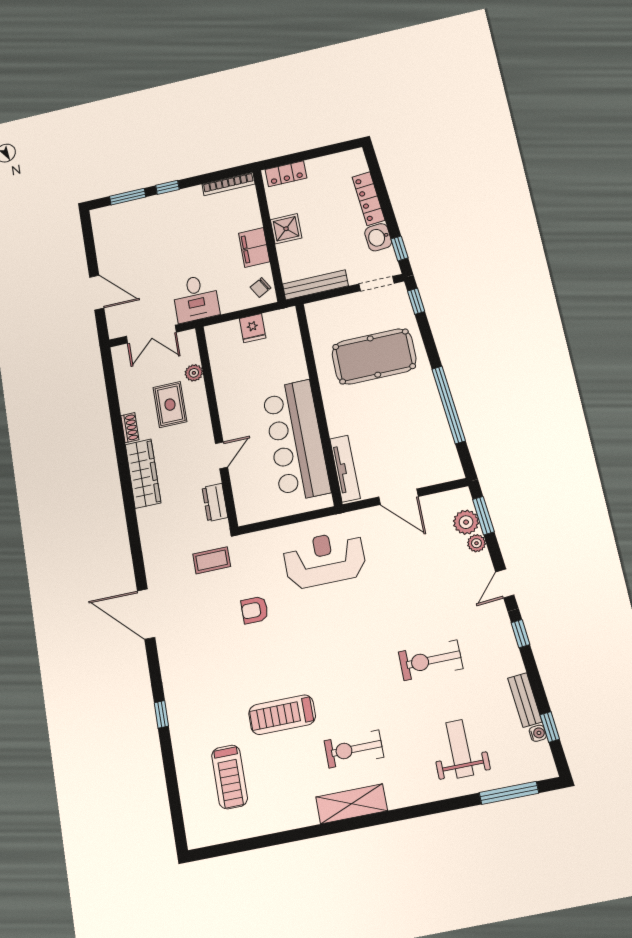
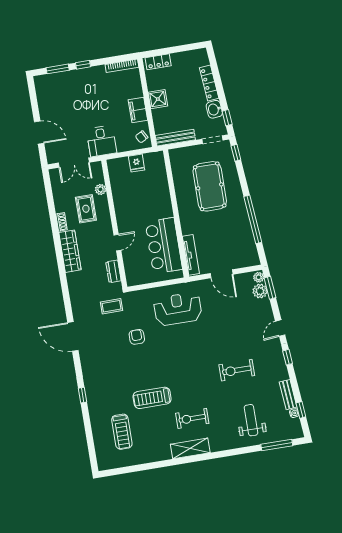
pool table: (374, 356) -> (210, 186), turned 90
bar counter: (296, 441) -> (164, 246), width x0.73
plant: (476, 543) -> (259, 277), moved
armchair: (255, 610) -> (137, 337), turned 90

